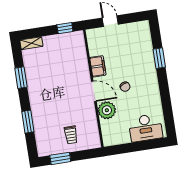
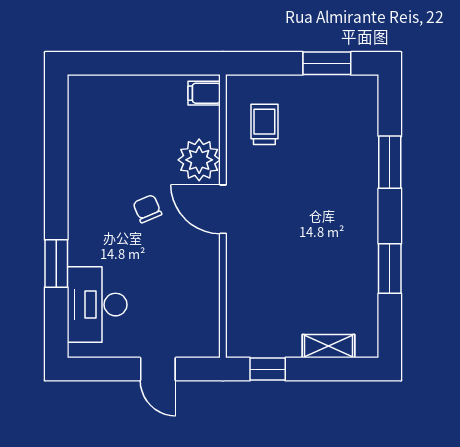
shelving: (31, 43) -> (328, 346), moved
filing cabinet: (98, 66) -> (204, 93), moved, width x0.50
desk: (146, 128) -> (97, 305), moved, turned -90
trolley: (71, 135) -> (264, 124), moved

